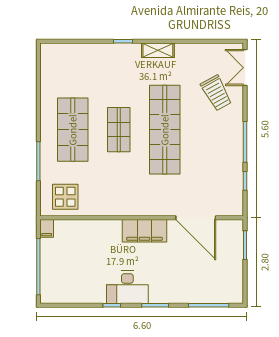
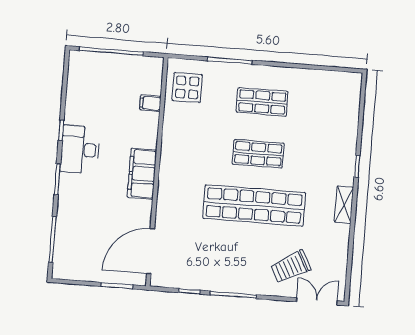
shop shelf: (73, 130) -> (262, 102), width x0.70, depth x0.74
door: (196, 218) -> (151, 251), moved
filing cabinet: (47, 228) -> (150, 103), moved

